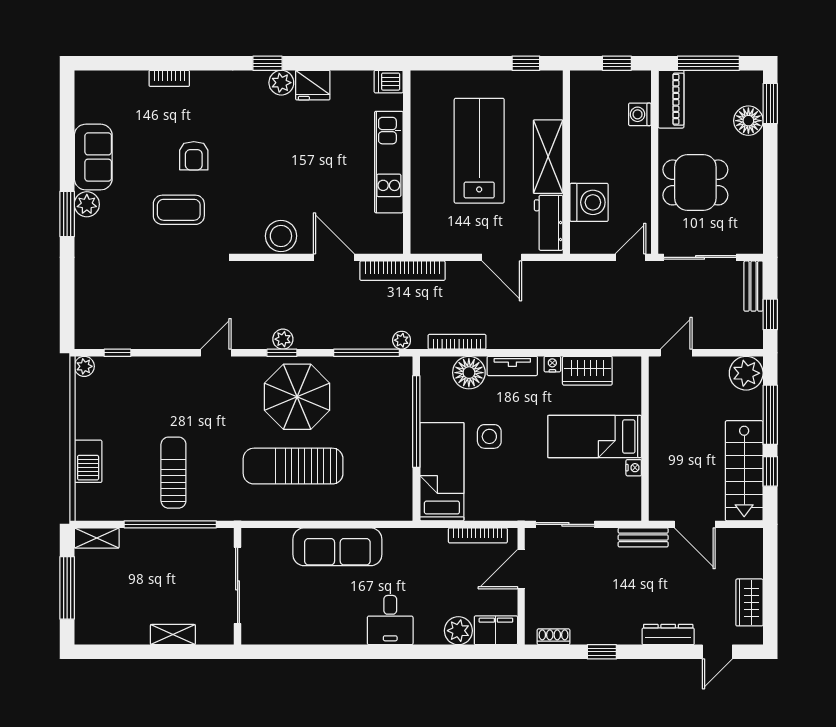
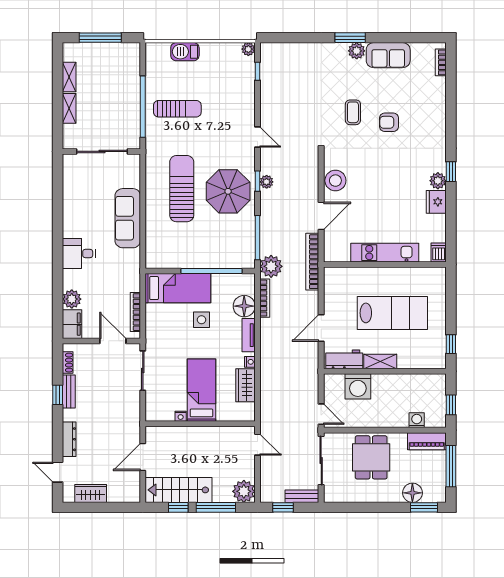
bookcase: (169, 78) -> (441, 62), moved
shelving: (548, 157) -> (380, 361), width x0.67, depth x0.75
coffee table: (179, 210) -> (353, 112), width x0.73, depth x0.77
plant: (402, 340) -> (271, 266), width x1.88, depth x1.88
bench: (643, 537) -> (69, 391), moved
shelving: (97, 538) -> (69, 77), moved

